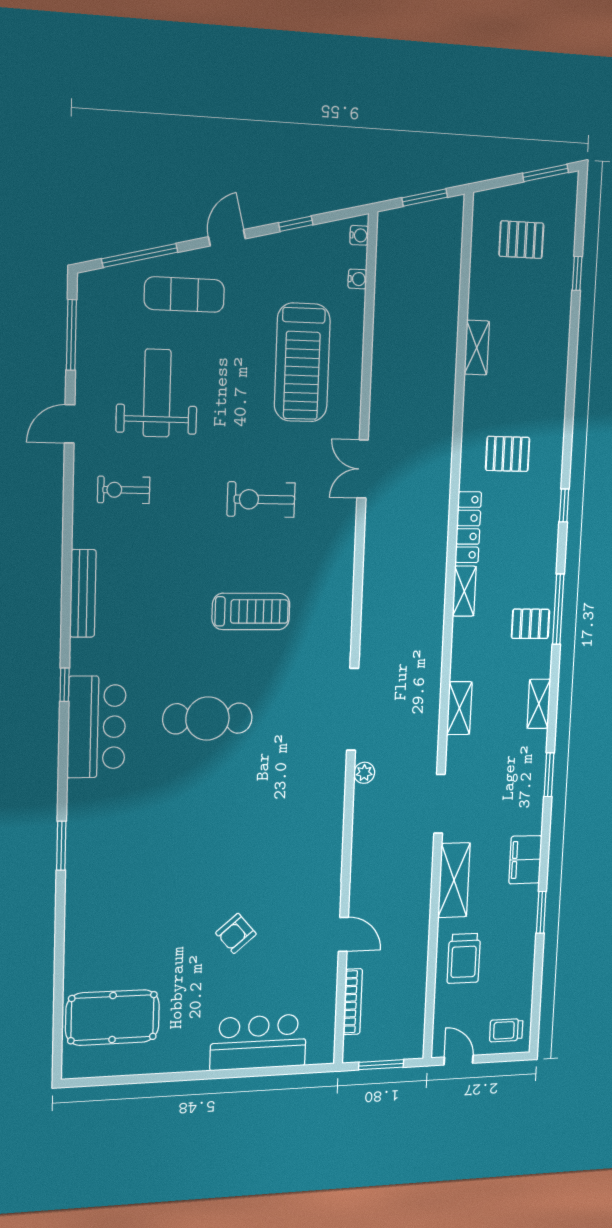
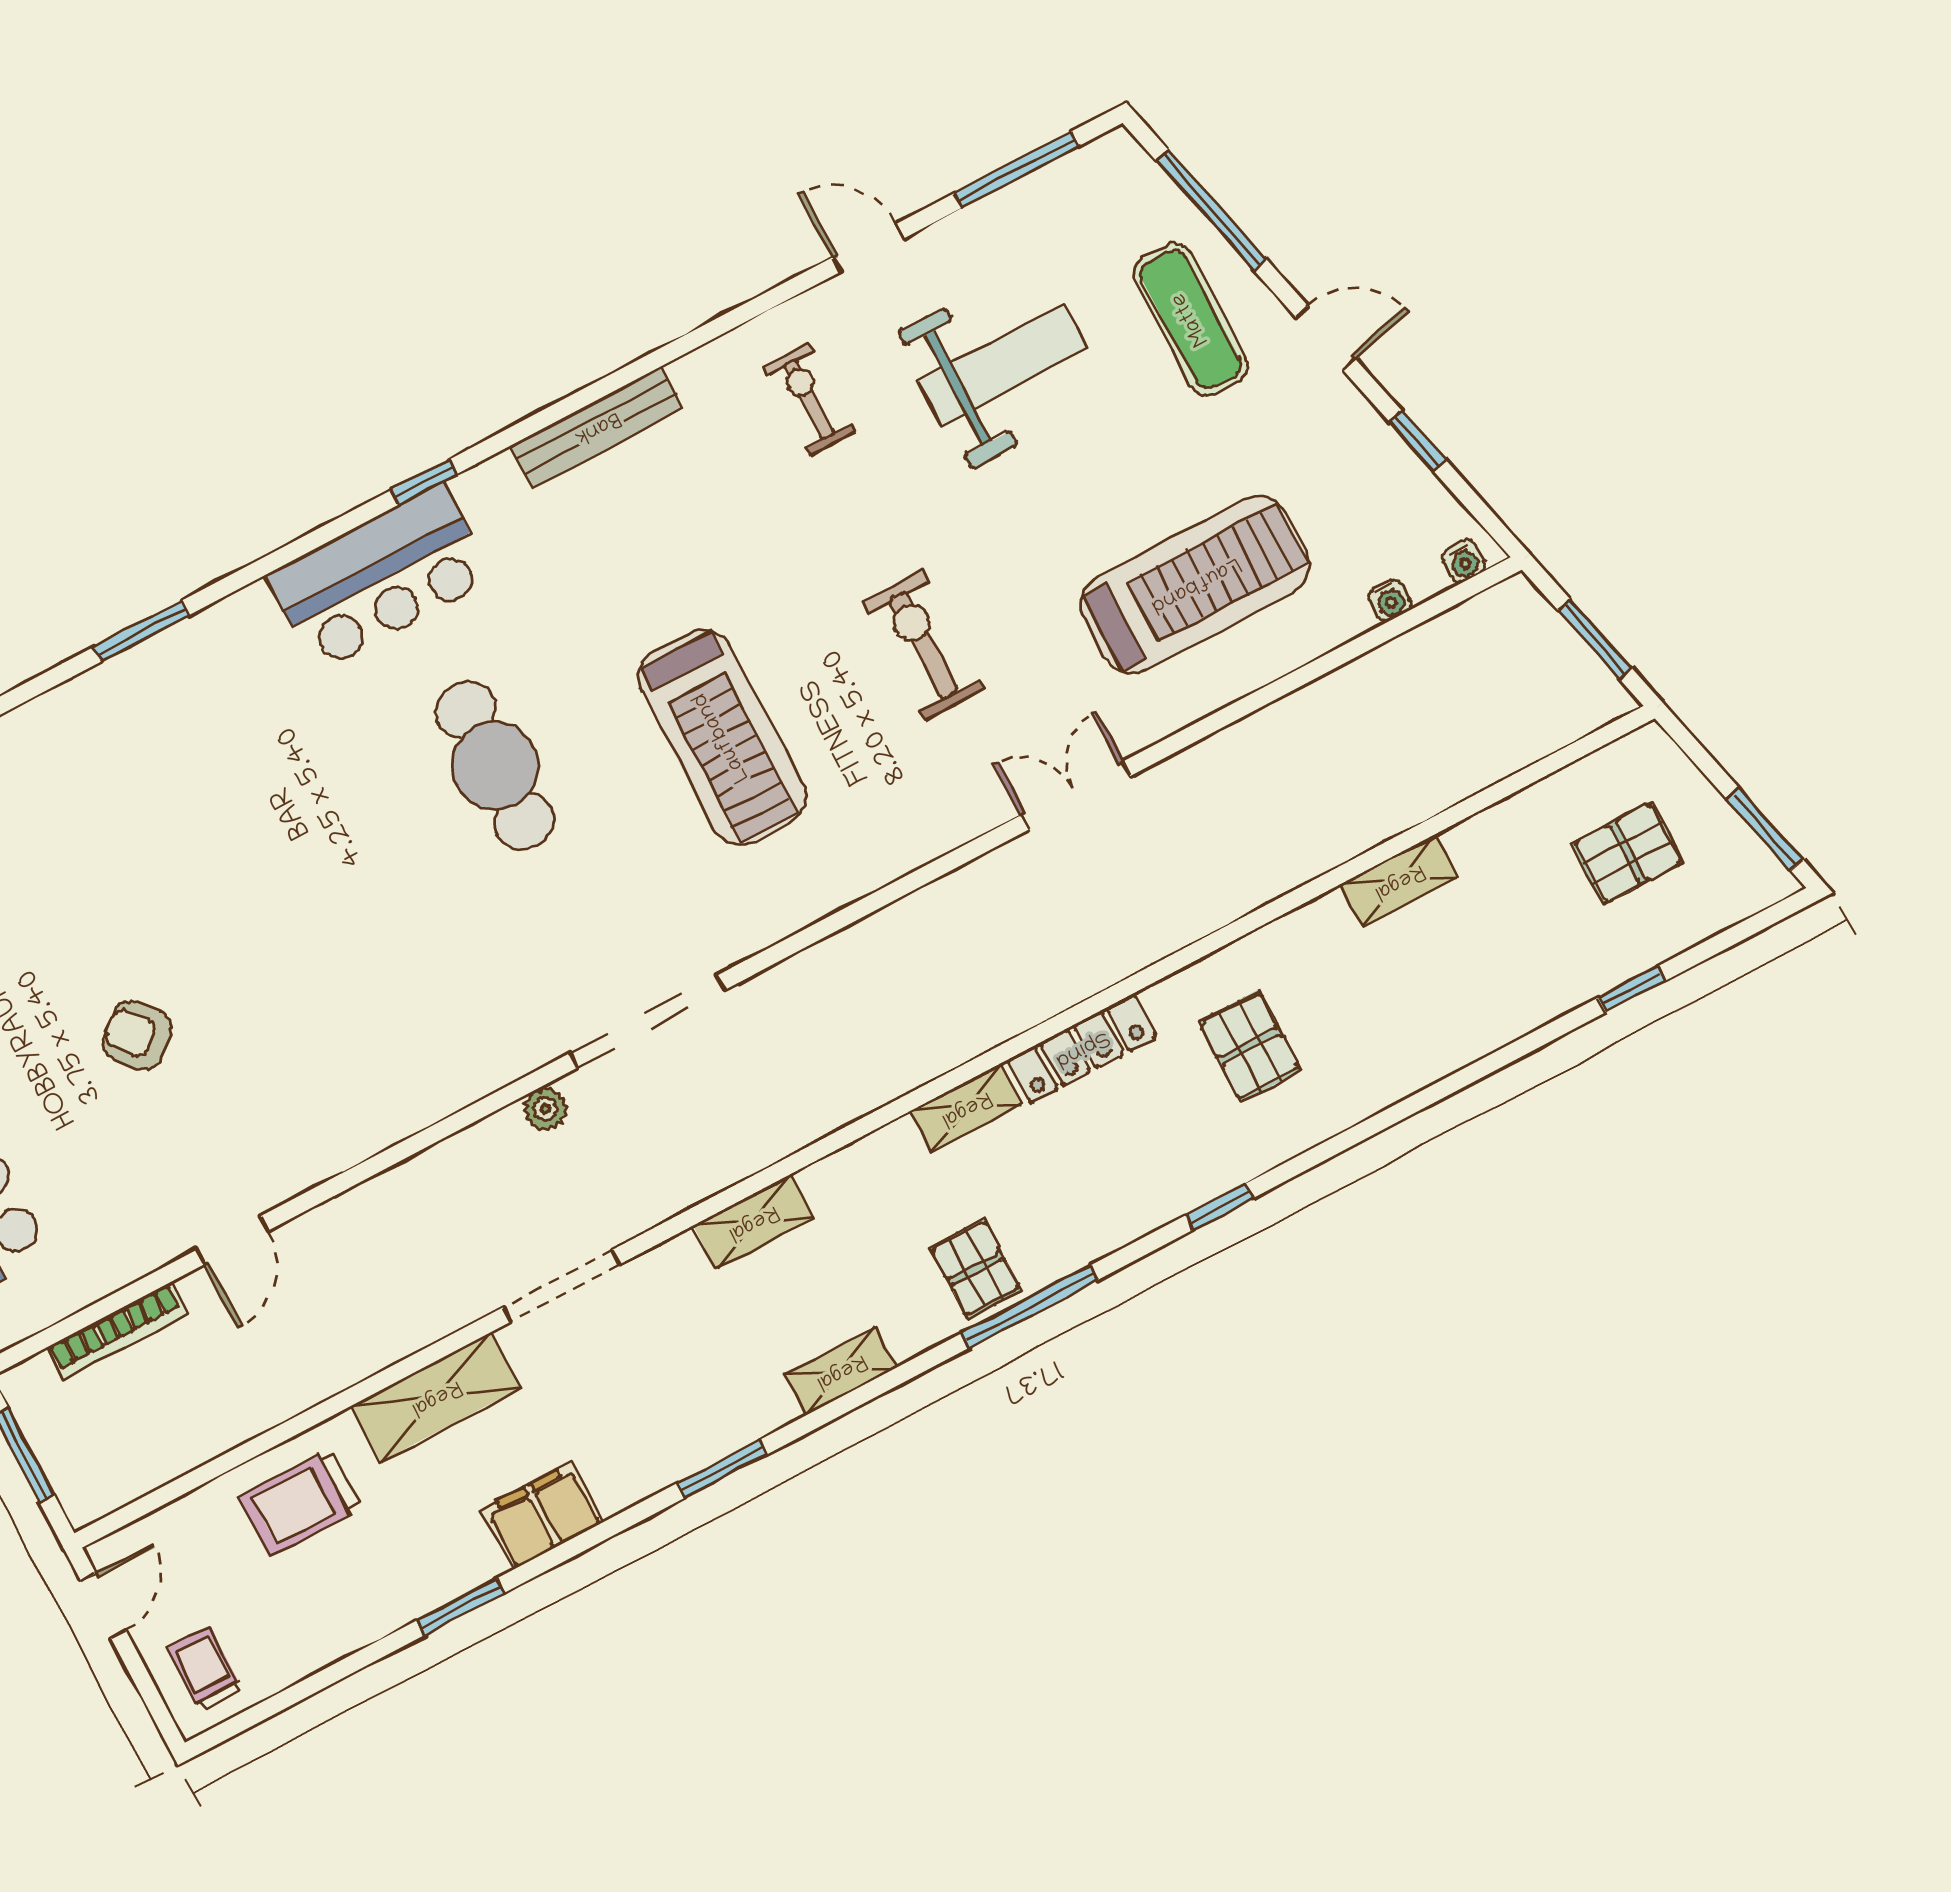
pallet: (521, 240) -> (1628, 853), turned 90
treadmill: (302, 362) -> (1195, 584), turned 180
treadmill: (251, 611) -> (722, 737), width x1.37, depth x1.38

